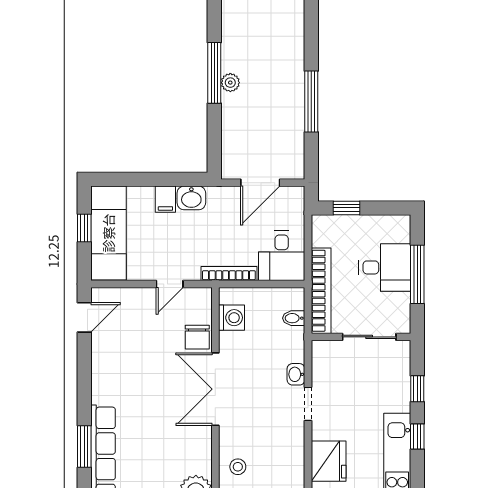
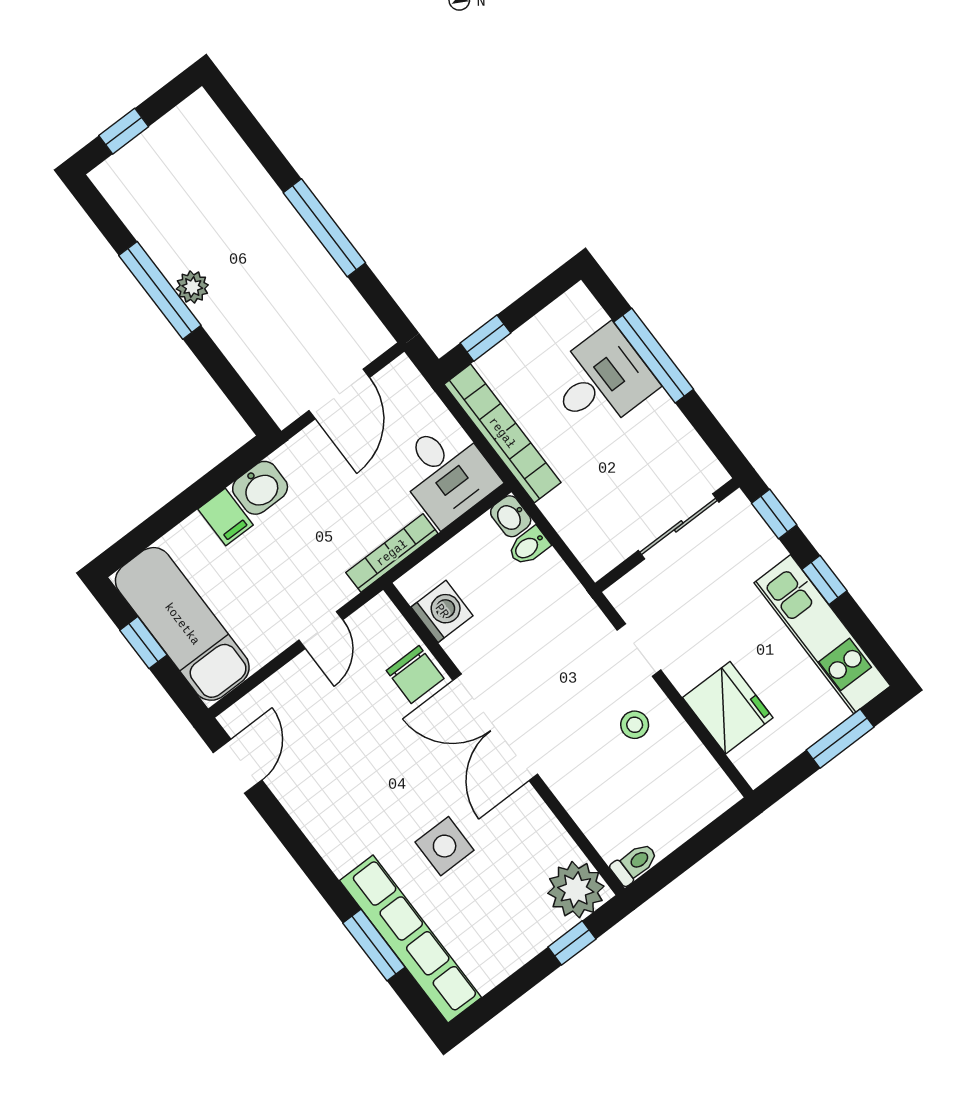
bookcase: (321, 291) -> (502, 433), moved
wall: (361, 337) -> (667, 535), moved
sliding door: (369, 337) -> (679, 526), moved
washbasin: (296, 374) -> (511, 516), moved
side table: (151, 426) -> (445, 846), added
stool: (238, 467) -> (635, 725), moved

